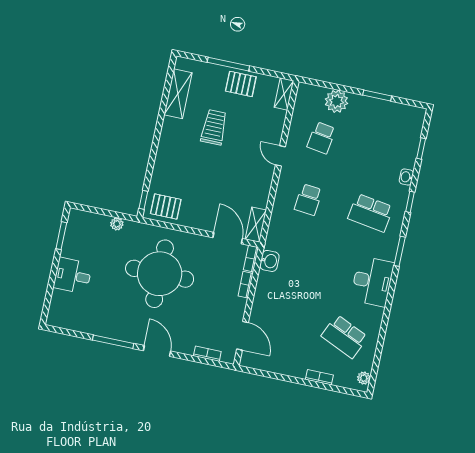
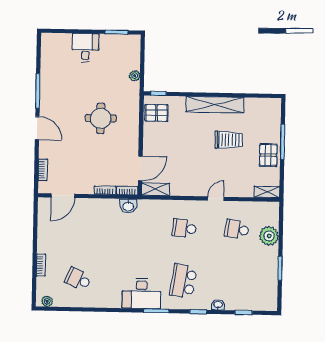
shelving: (178, 94) -> (215, 105), moved, width x1.47
pallet: (166, 207) -> (156, 113), turned 90
round table: (160, 274) -> (101, 118), width x0.54, depth x0.54
desk: (372, 281) -> (142, 294), moved
school desk: (344, 336) -> (78, 279), width x0.54
door: (157, 351) -> (37, 128), hinge flipped

